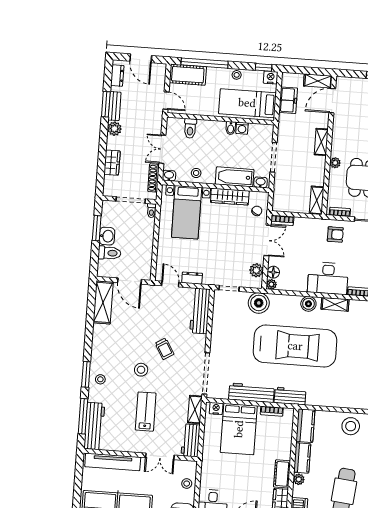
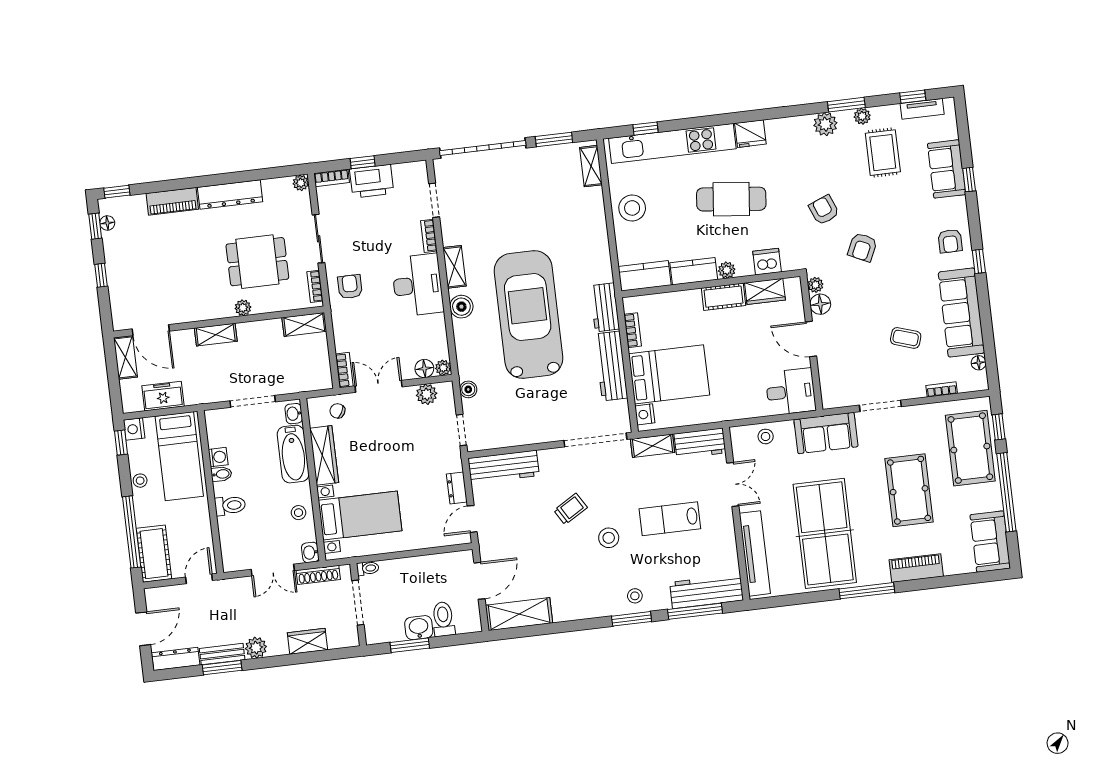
dresser: (117, 76) -> (176, 659), width x1.44
toilet: (190, 128) -> (230, 505), moved
boiler: (259, 303) -> (468, 389), width x0.54, depth x0.54

